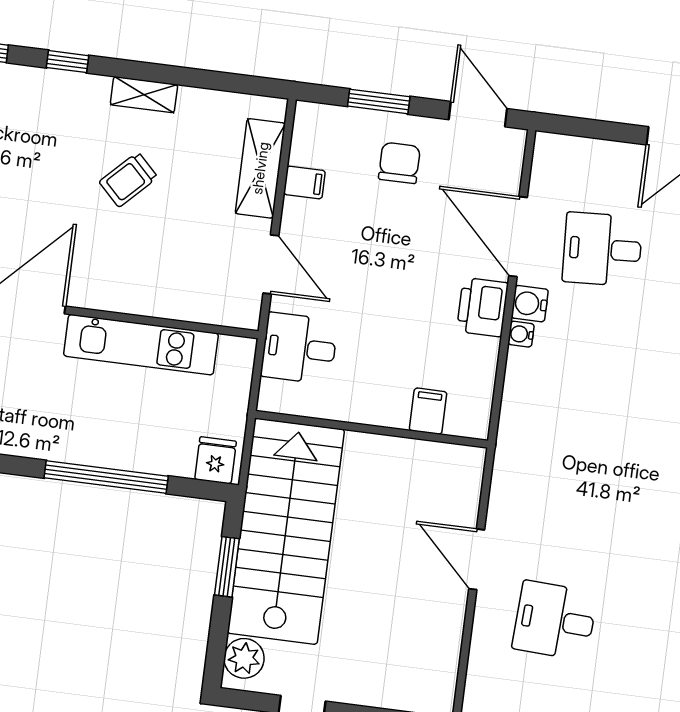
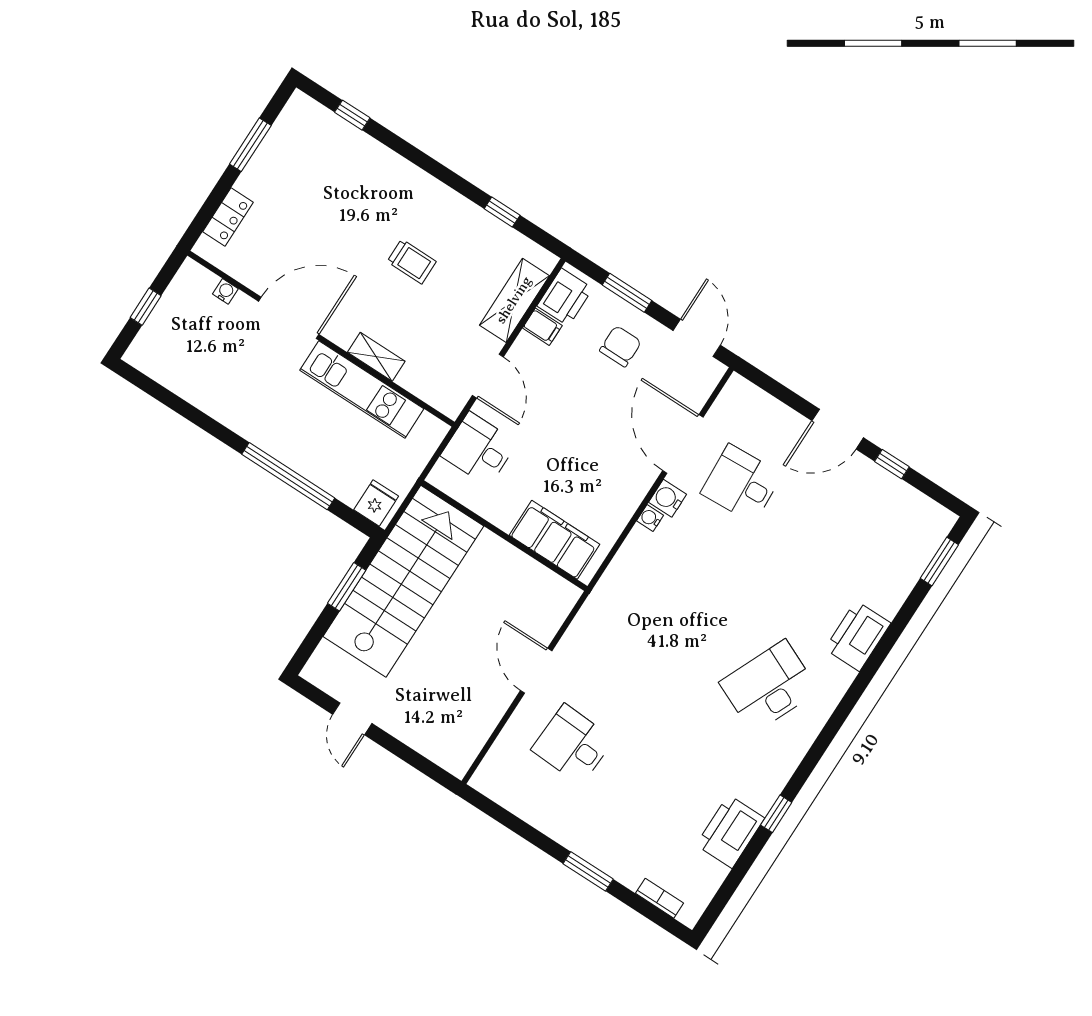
window: (68, 62) -> (502, 212), moved
shelving: (144, 95) -> (376, 357), moved
trolley: (128, 180) -> (412, 262), turned -135
printer: (483, 307) -> (565, 297), moved, turned 180
filing cabinet: (428, 411) -> (554, 540), width x3.00, depth x1.17
plant: (244, 658) -> (326, 661), removed

